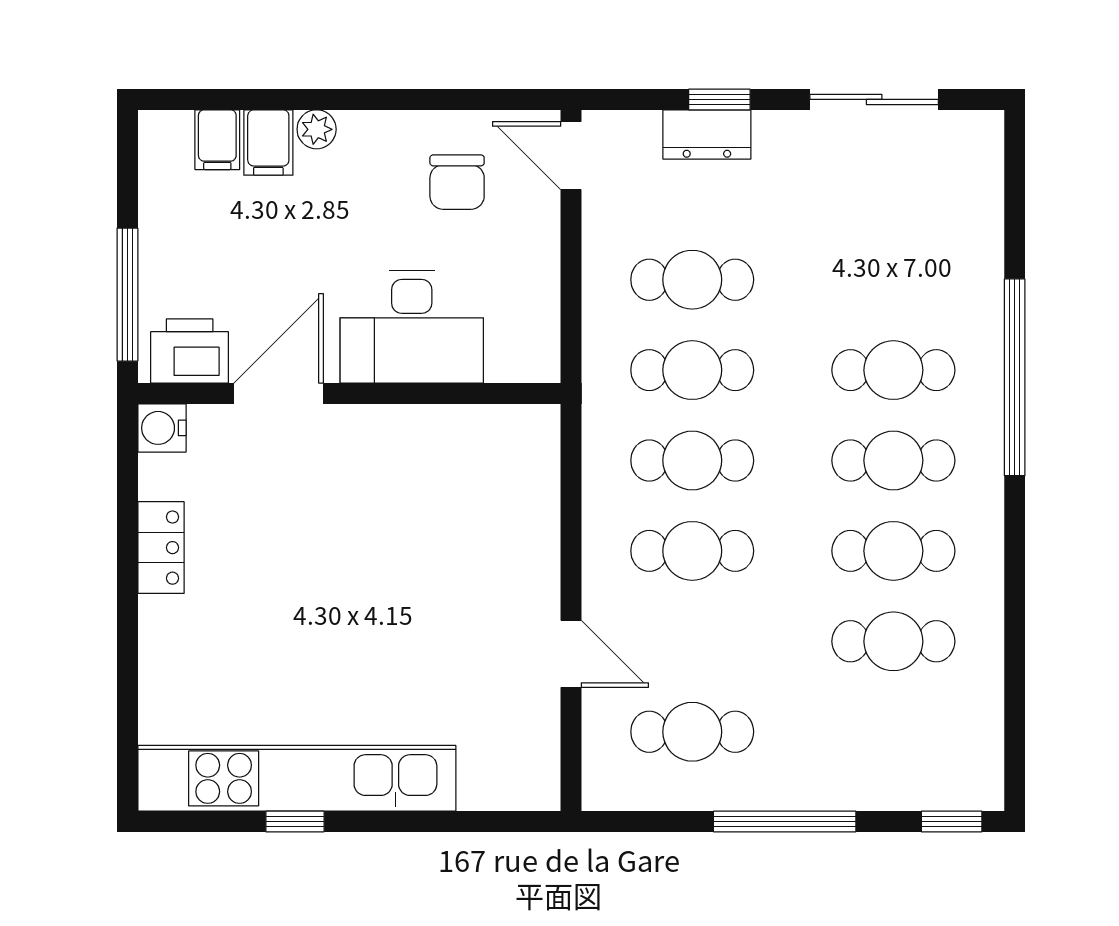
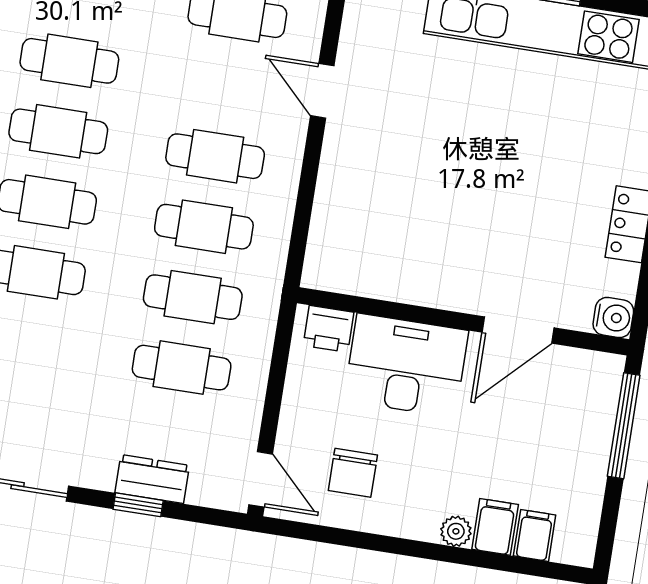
chair: (457, 182) -> (353, 473), turned 180
printer: (190, 351) -> (329, 329), moved, width x0.73, depth x0.81

